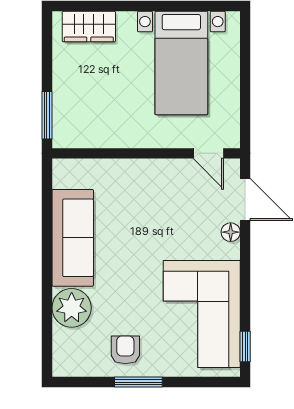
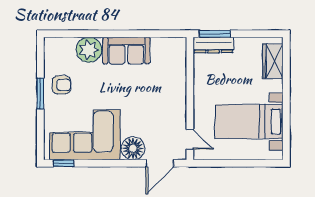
dresser: (64, 117) -> (213, 45), added
door: (208, 153) -> (190, 139), swing flipped
floor lamp: (231, 232) -> (133, 148), width x1.89, depth x1.89
sofa: (73, 238) -> (126, 50), width x0.73

